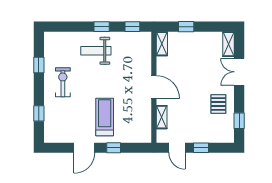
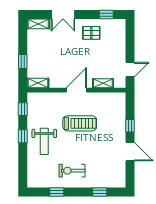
treadmill: (105, 117) -> (80, 123), moved, turned 180
window: (201, 148) -> (130, 48), removed

